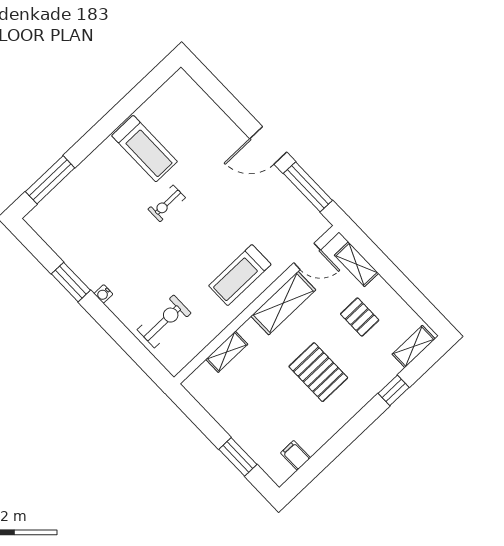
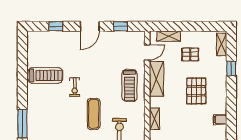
window: (224, 100) -> (56, 26), added
window: (308, 187) -> (121, 26), width x0.46
exercise mat: (155, 263) -> (94, 114), added
pallet: (318, 372) -> (196, 91), turned 90
filing cabinet: (296, 455) -> (220, 120), moved

